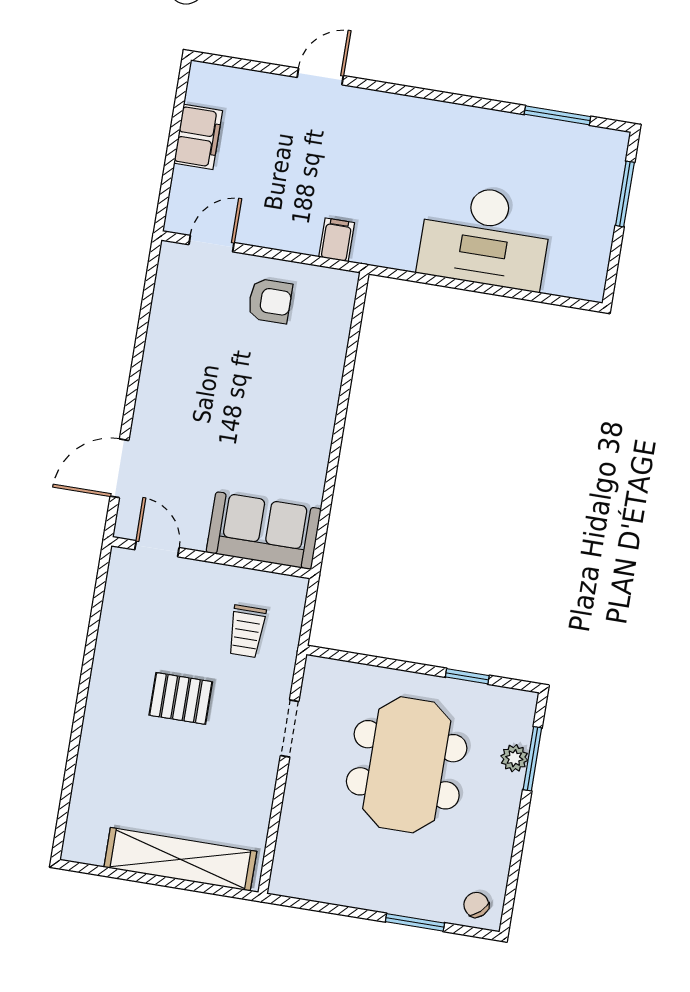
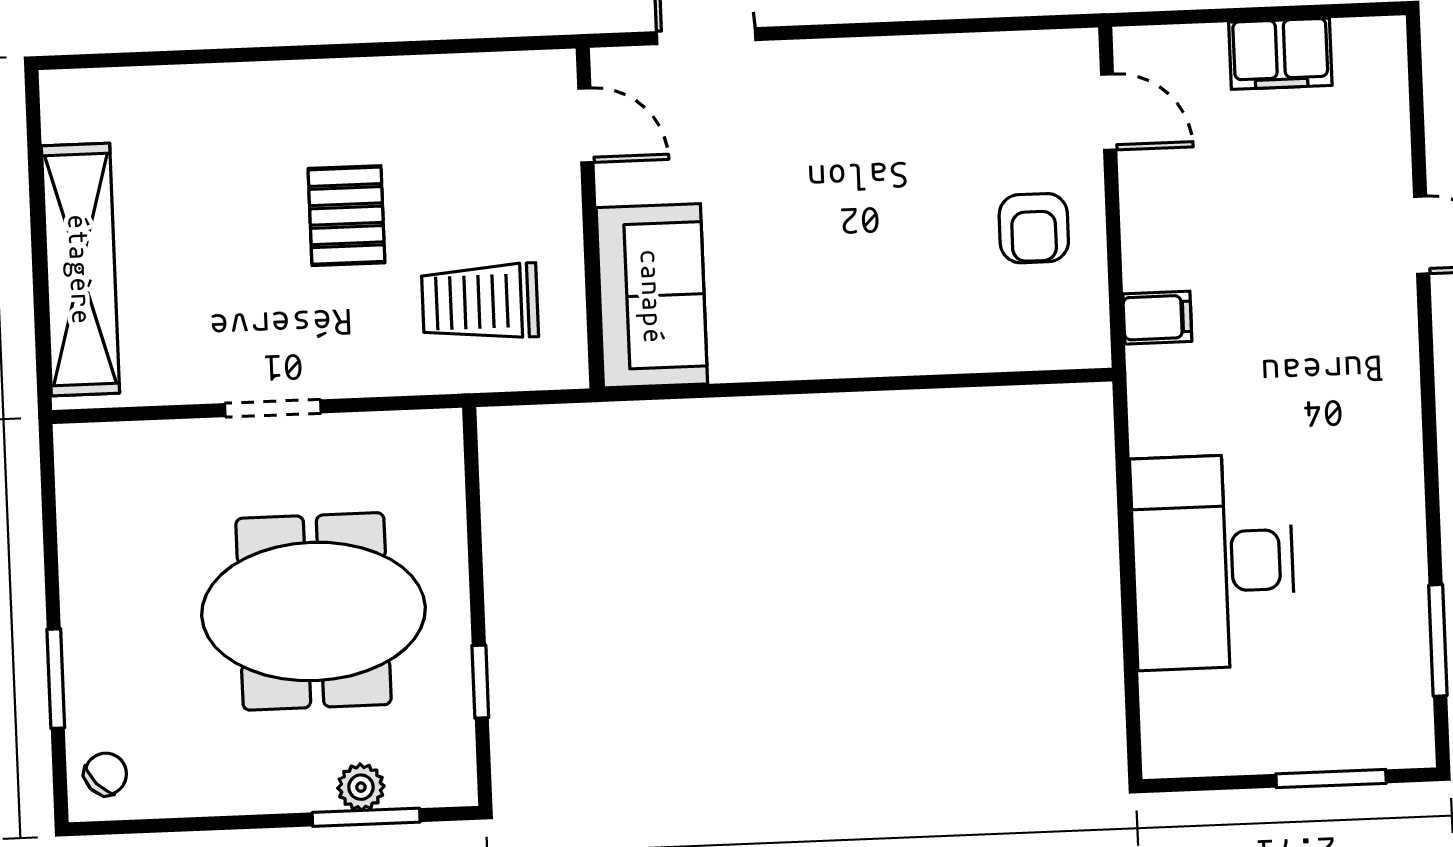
door: (157, 549) -> (586, 125), hinge flipped
trolley: (247, 631) -> (480, 302), width x1.36, depth x1.39
doorway: (290, 728) -> (273, 408), moved

